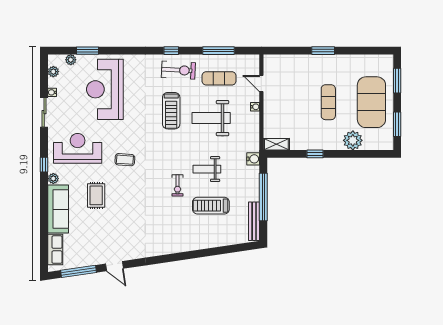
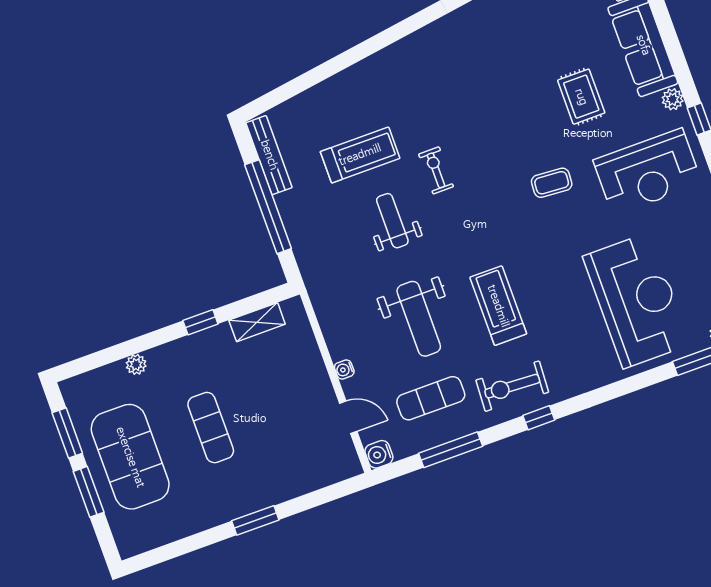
window: (397, 81) -> (89, 492), moved
weight bench: (211, 118) -> (419, 319), turned 90
plant: (353, 140) -> (136, 364), width x0.53, depth x0.53
shelving: (276, 144) -> (257, 322), moved
water cooler: (253, 159) -> (379, 454), moved
weight bench: (207, 169) -> (392, 221), turned -90

